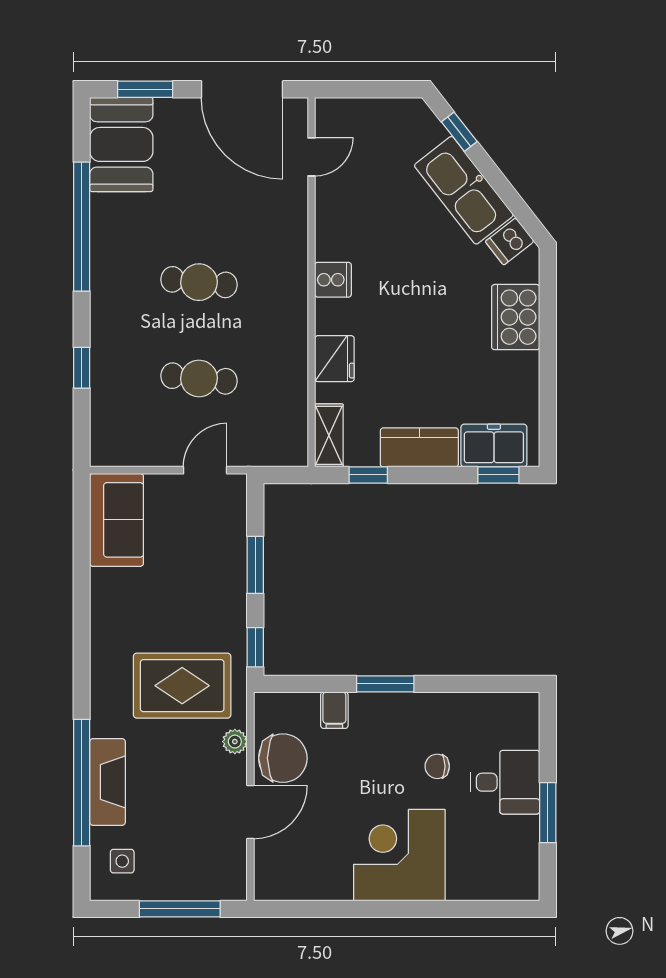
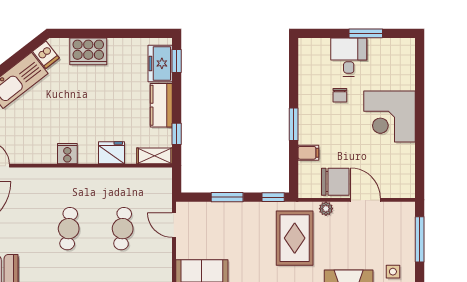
chair: (283, 758) -> (335, 182), turned 90

